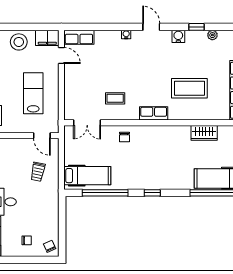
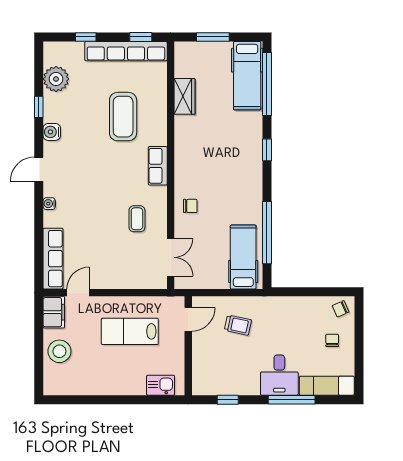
plant: (212, 35) -> (56, 79), width x1.87, depth x1.87
row of seats: (79, 37) -> (53, 259), width x1.48
window: (152, 193) -> (267, 150), moved

